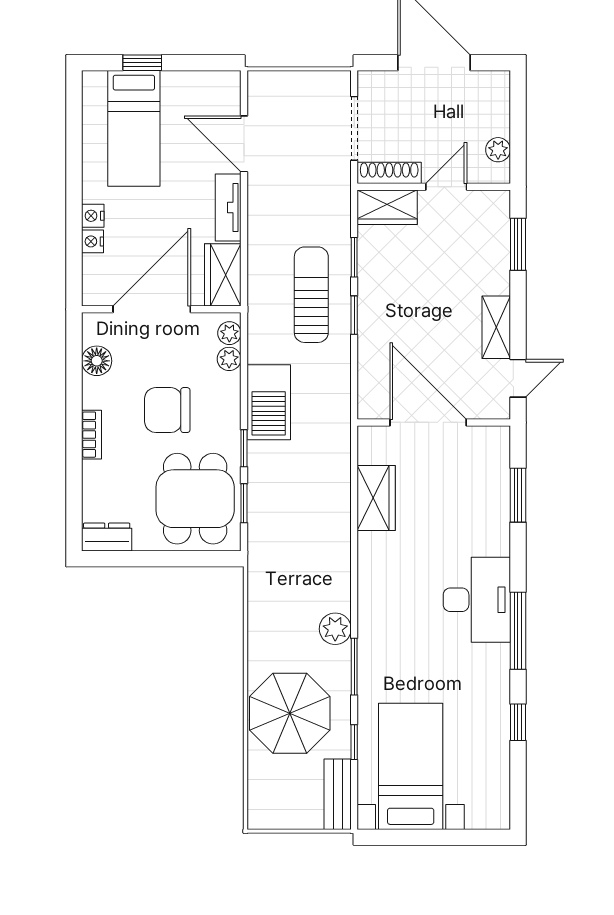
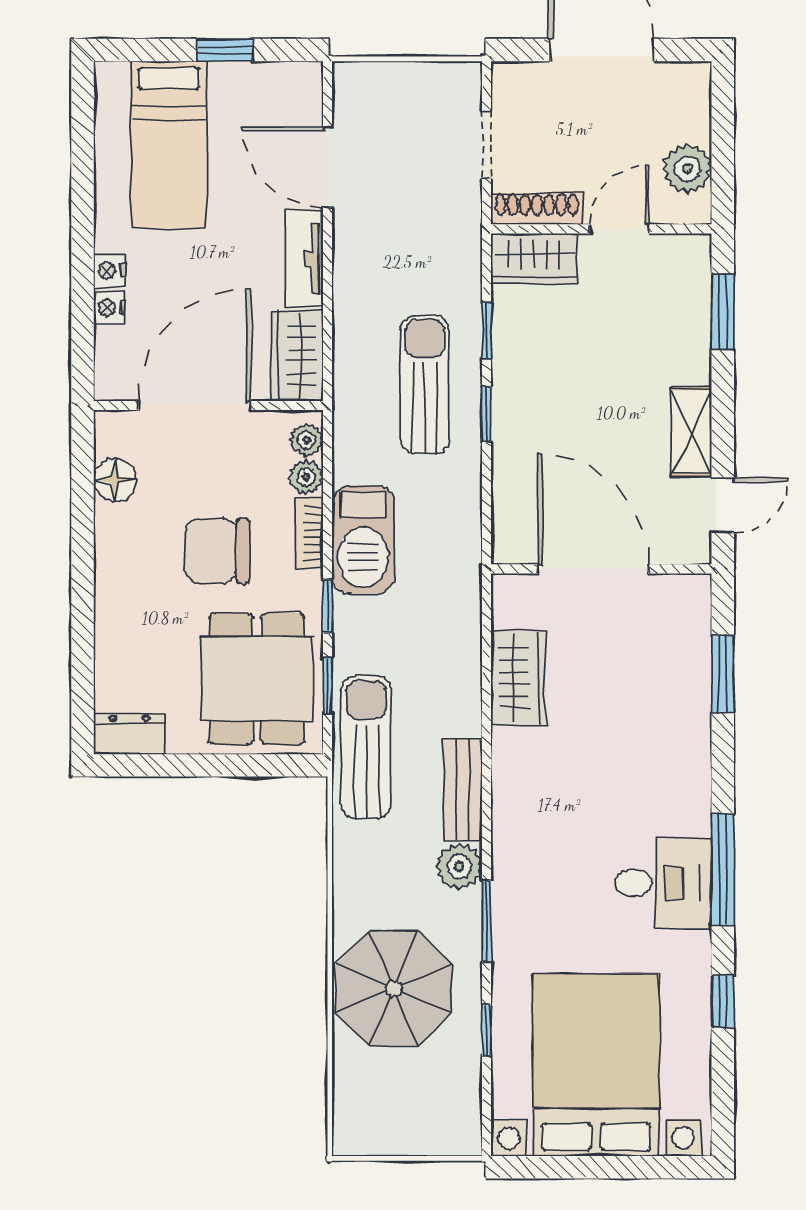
window: (142, 63) -> (225, 50), moved
doorway: (354, 128) -> (487, 145), width x0.73
plant: (498, 150) -> (687, 169), width x1.38, depth x1.38
bookcase: (92, 435) -> (309, 533), moved, turned 180
sun lounger: (271, 546) -> (366, 747), added
desk: (477, 600) -> (663, 883), moved, width x0.73
bed with nightstands: (411, 766) -> (596, 1065), width x1.36
bench: (338, 794) -> (463, 789), moved

